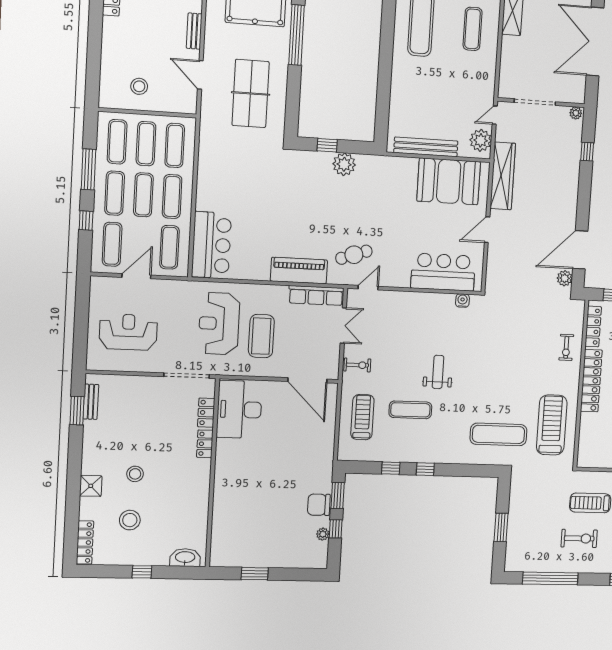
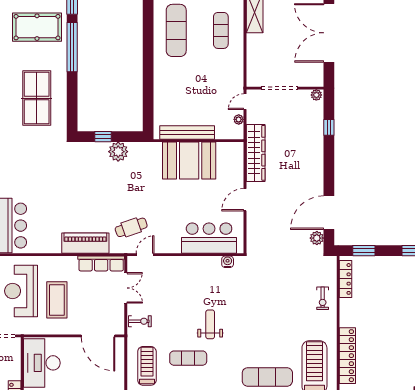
plant: (481, 140) -> (239, 119), width x0.53, depth x0.53
booth: (449, 181) -> (189, 160), moved
locker: (591, 381) -> (347, 356), moved
locker: (206, 413) -> (14, 367), removed

